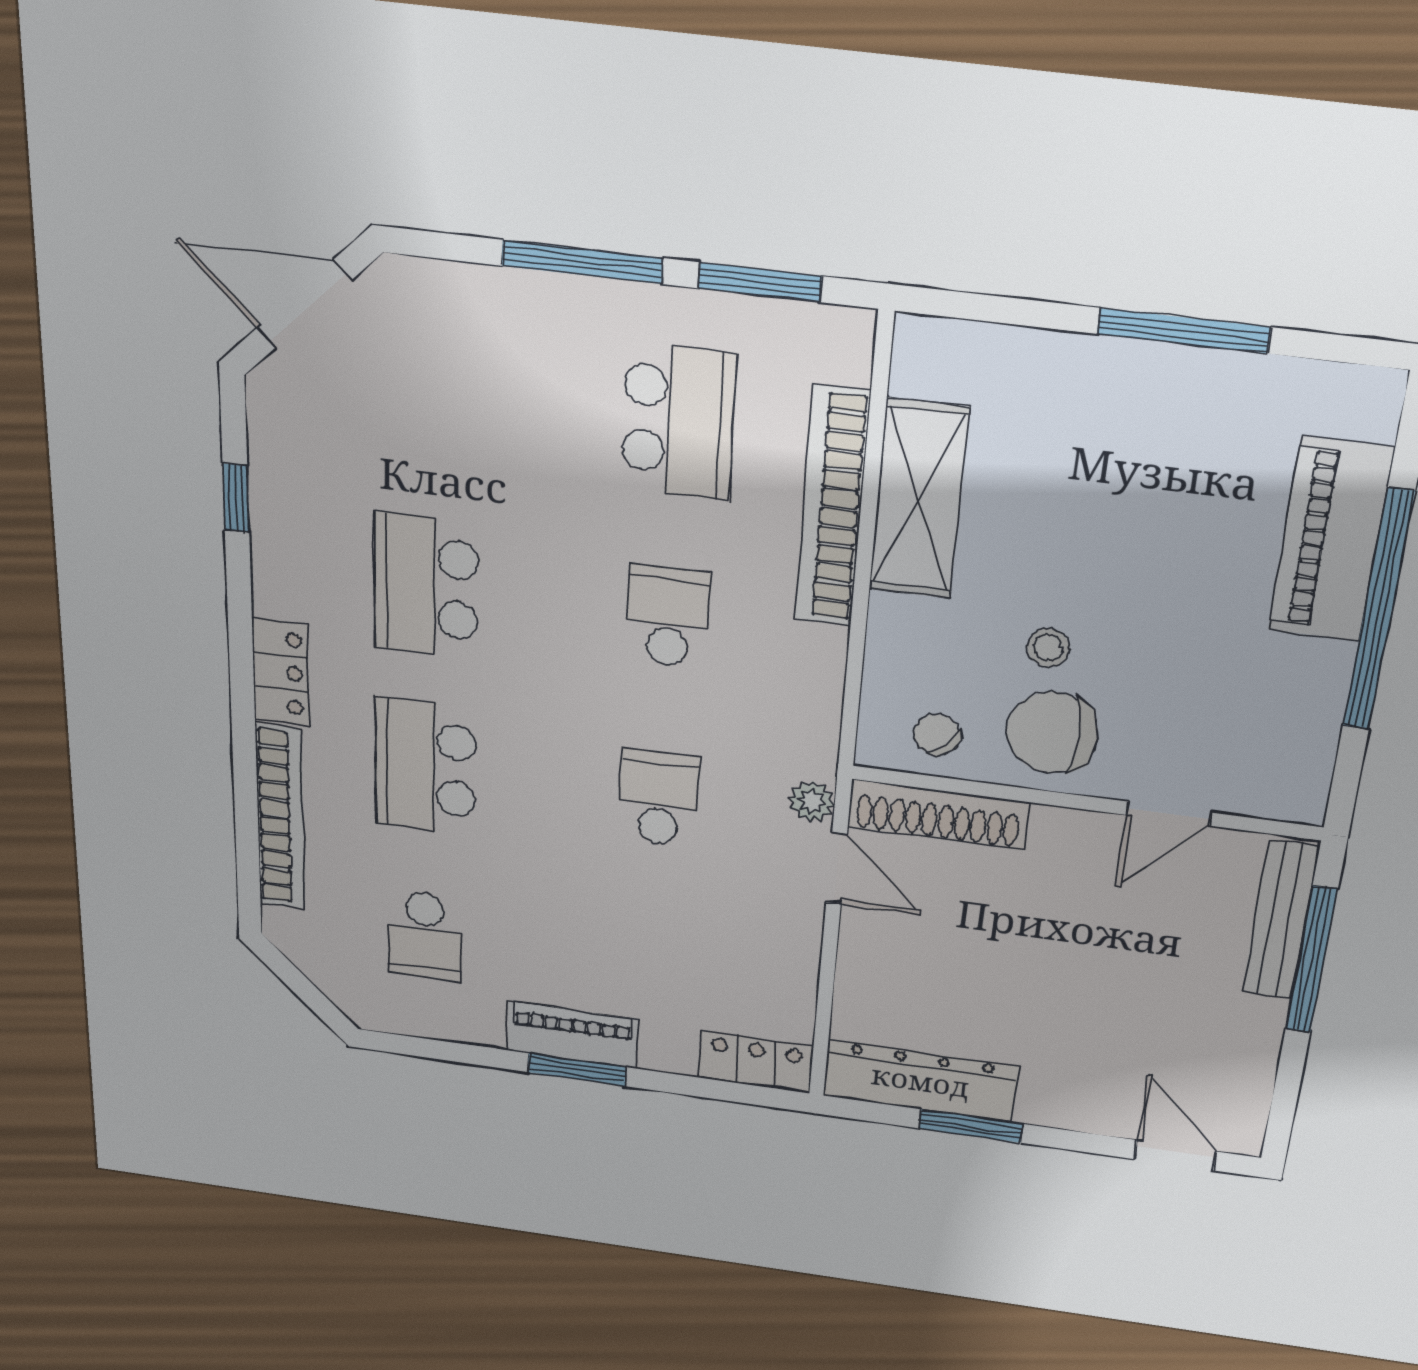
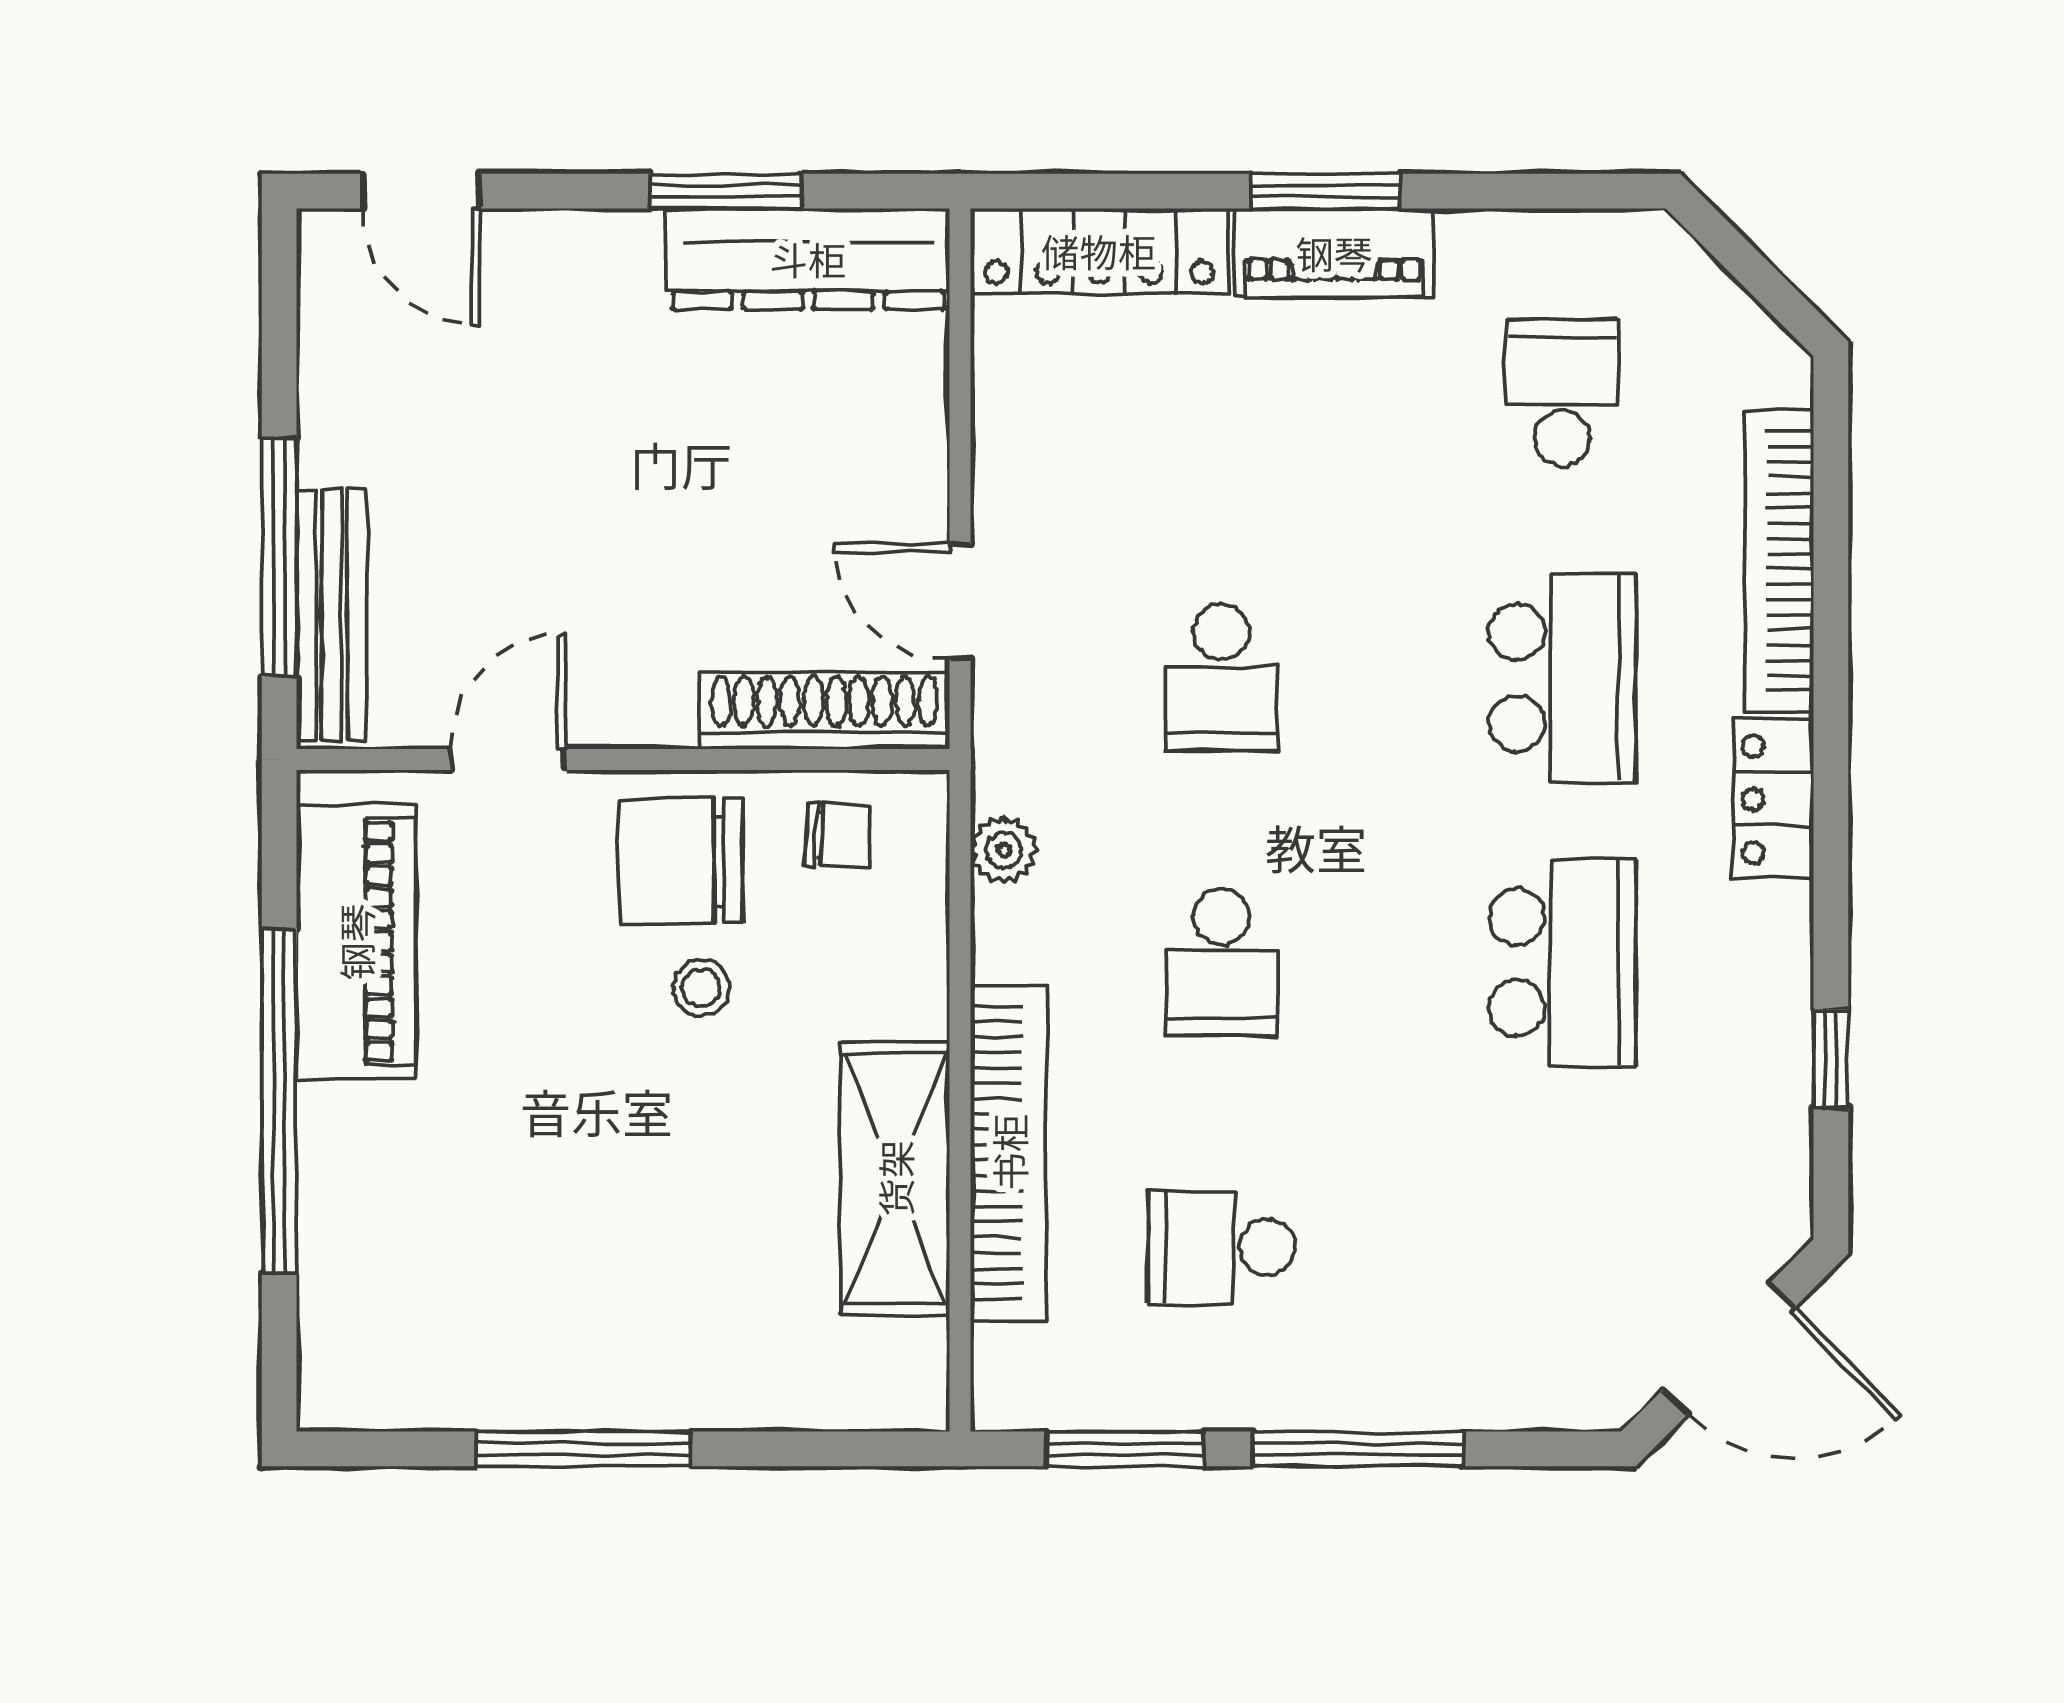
school desk: (678, 421) -> (1222, 1247), width x0.54
piano: (1331, 540) -> (356, 942), moved
chair: (1052, 733) -> (681, 861), turned 180
chair: (937, 735) -> (838, 835), turned -43
plant: (812, 801) -> (1004, 850), moved
locker: (756, 1062) -> (1099, 251), width x1.53

